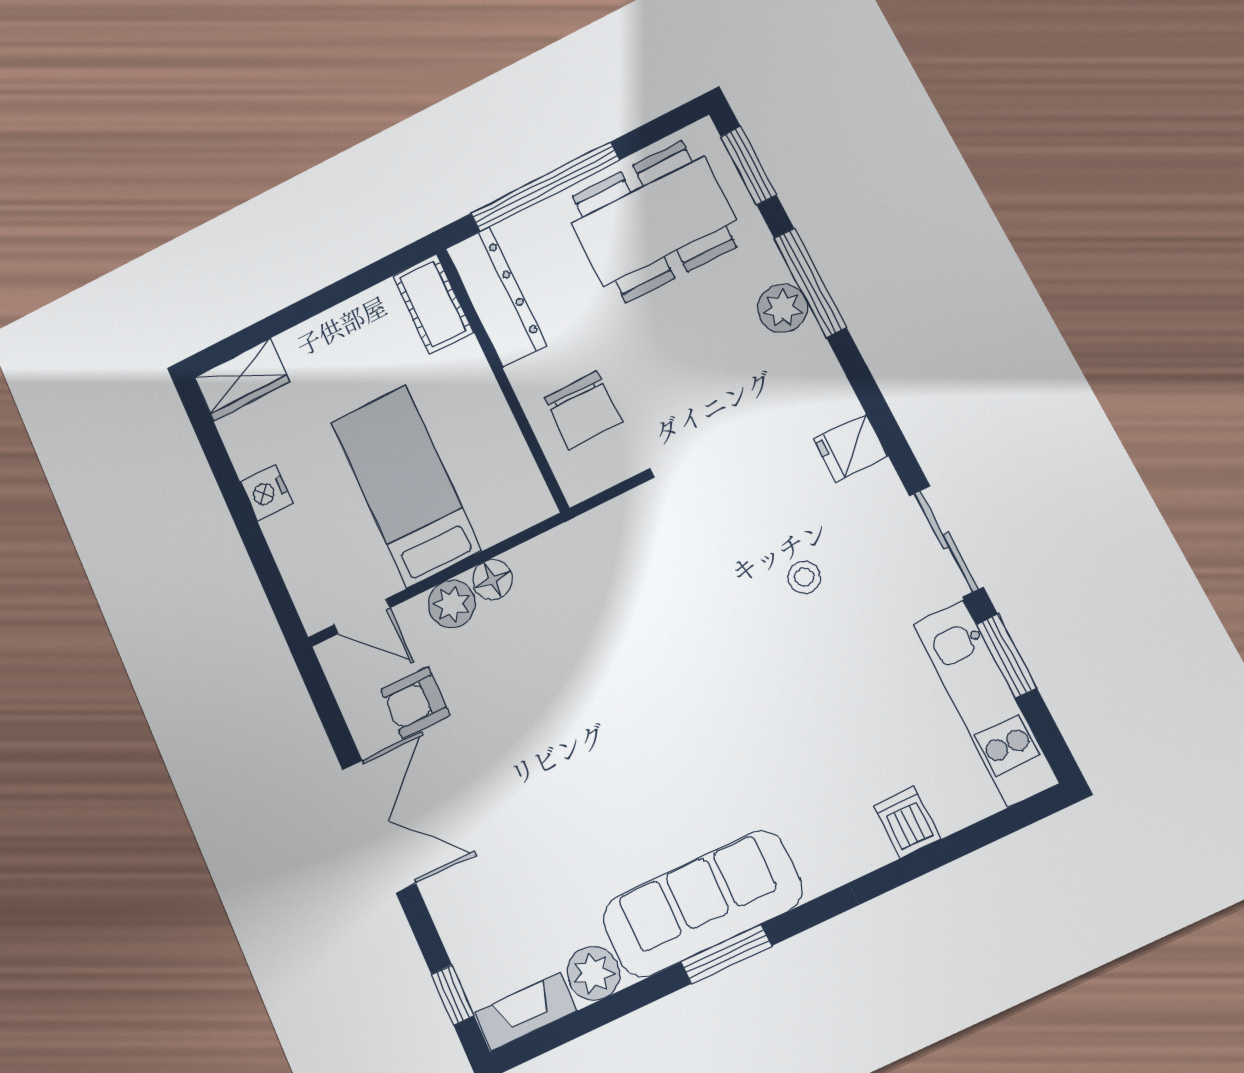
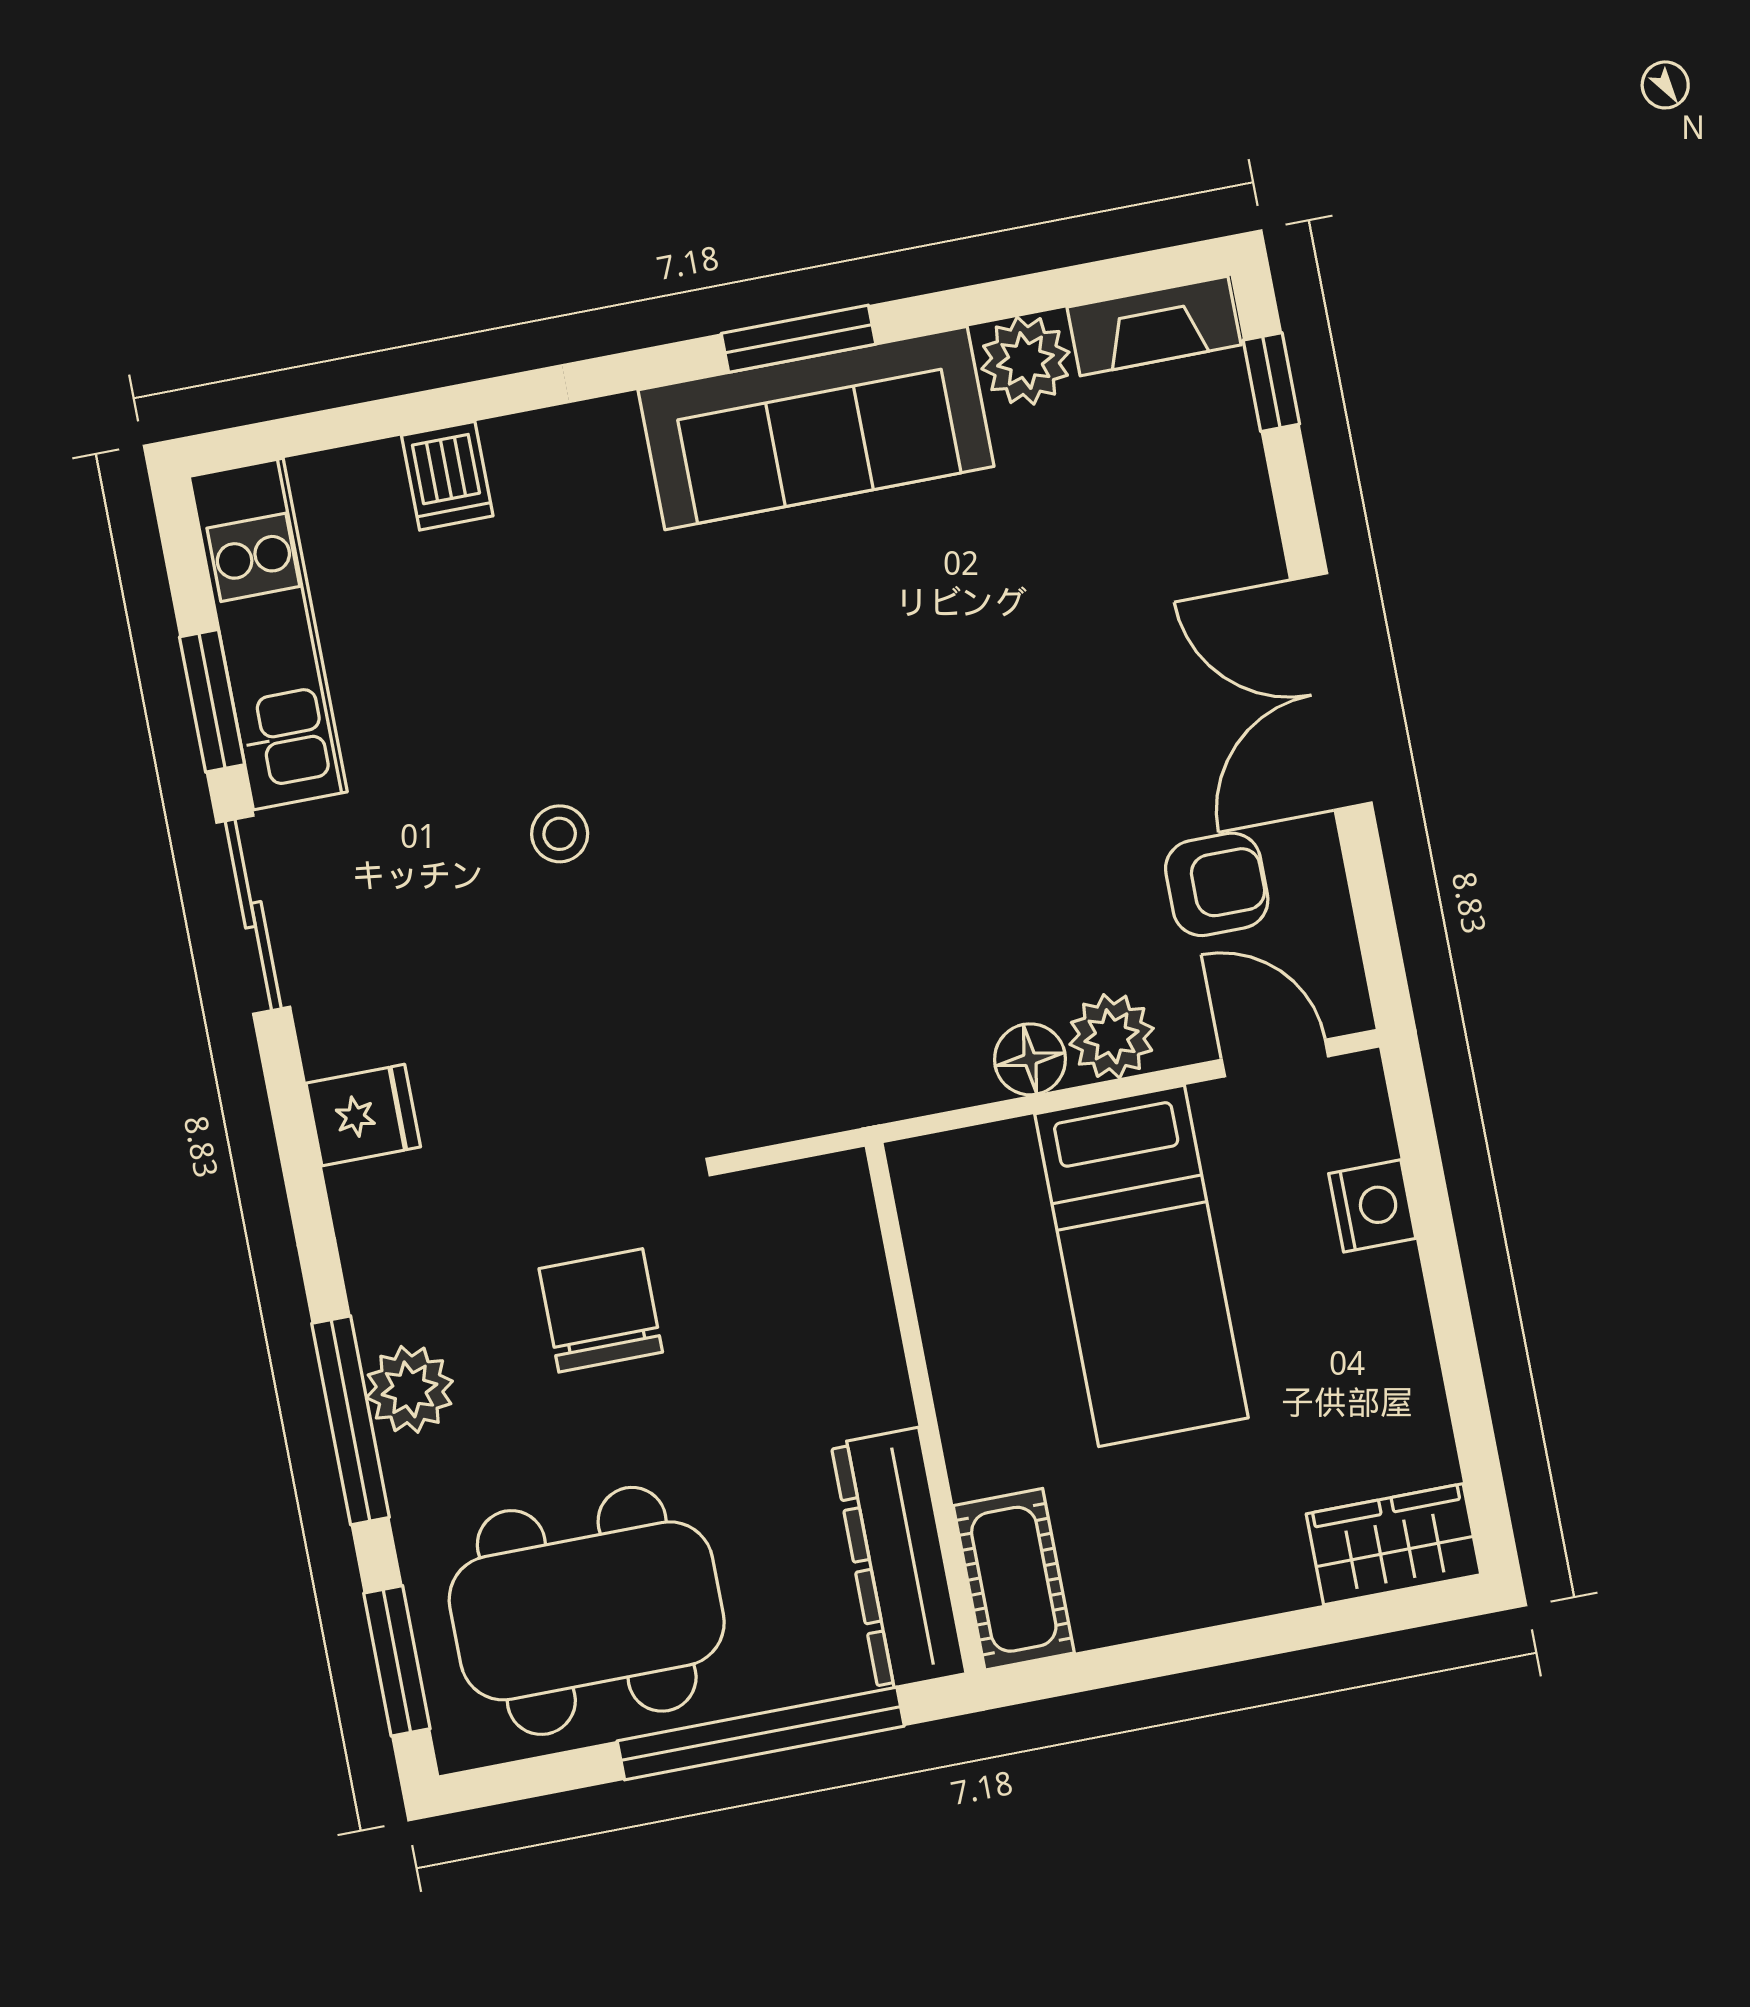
chair: (583, 410) -> (601, 1310), moved
nightstand: (266, 493) -> (1372, 1206), moved
stool: (804, 577) -> (560, 834), moved

